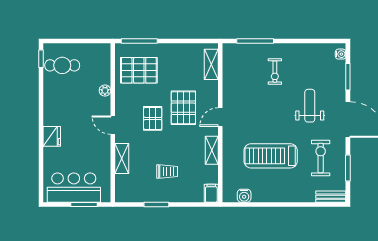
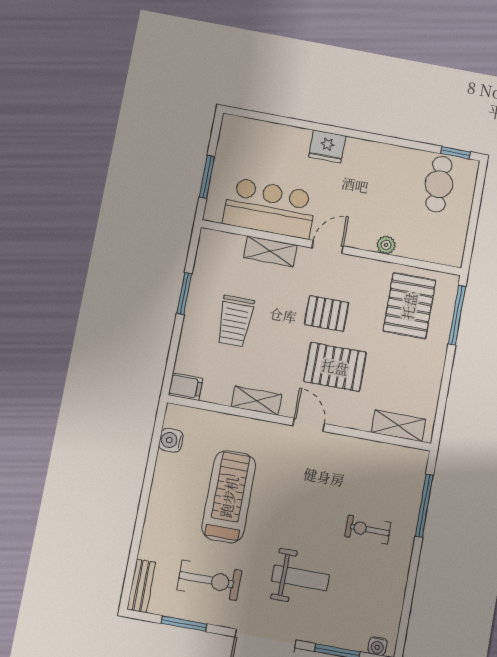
trolley: (167, 172) -> (235, 321), width x1.36, depth x1.39
bar counter: (74, 188) -> (270, 208), moved, turned -90

